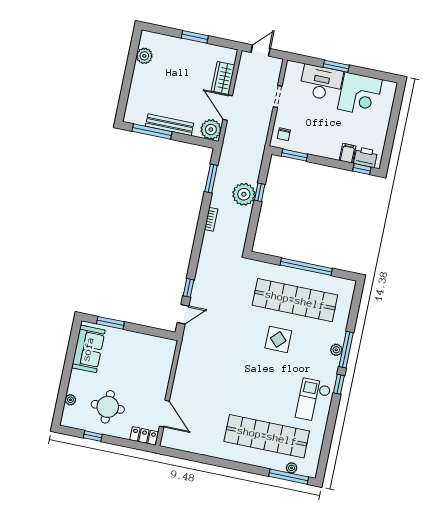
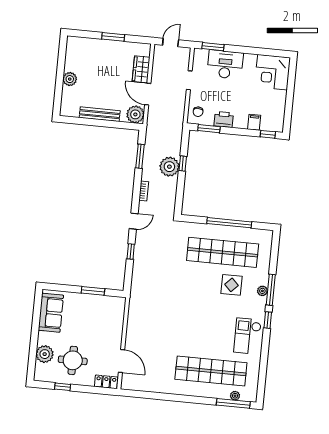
plant: (144, 56) -> (70, 79), moved
window: (336, 66) -> (213, 47), moved
corner desk: (360, 94) -> (272, 72), moved, turned 90
window: (152, 132) -> (85, 122), removed
printer: (366, 157) -> (224, 119), moved
door: (183, 314) -> (134, 221), moved
window: (110, 323) -> (93, 291), moved
display table: (278, 339) -> (231, 285), moved
plant: (70, 400) -> (45, 354), width x1.87, depth x1.87

